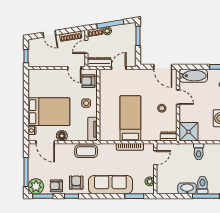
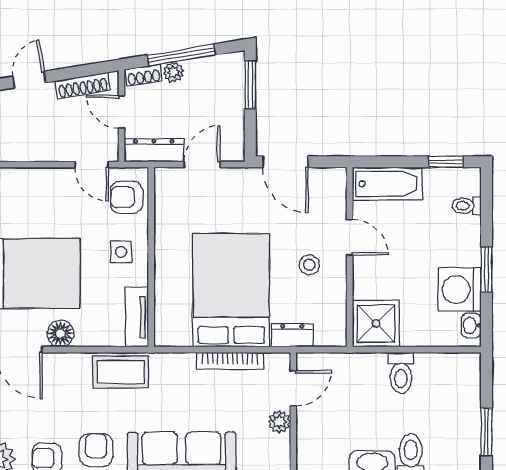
door: (49, 34) -> (29, 80), swing flipped
door: (86, 47) -> (122, 112), hinge flipped
door: (163, 67) -> (285, 162), moved
bed: (130, 118) -> (231, 290), width x1.50
dresser: (169, 137) -> (292, 335), moved
plant: (150, 181) -> (279, 422), moved

